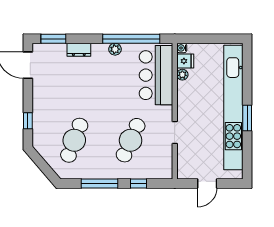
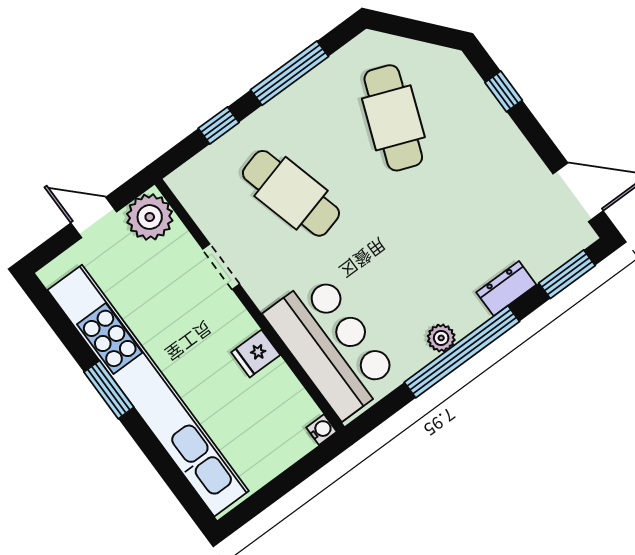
window: (131, 39) -> (462, 352), moved
fridge: (185, 61) -> (256, 354), moved
plant: (182, 75) -> (150, 217), moved, width x1.87, depth x1.87
cafe table: (131, 140) -> (291, 193), turned -39
door: (207, 183) -> (94, 217), hinge flipped

